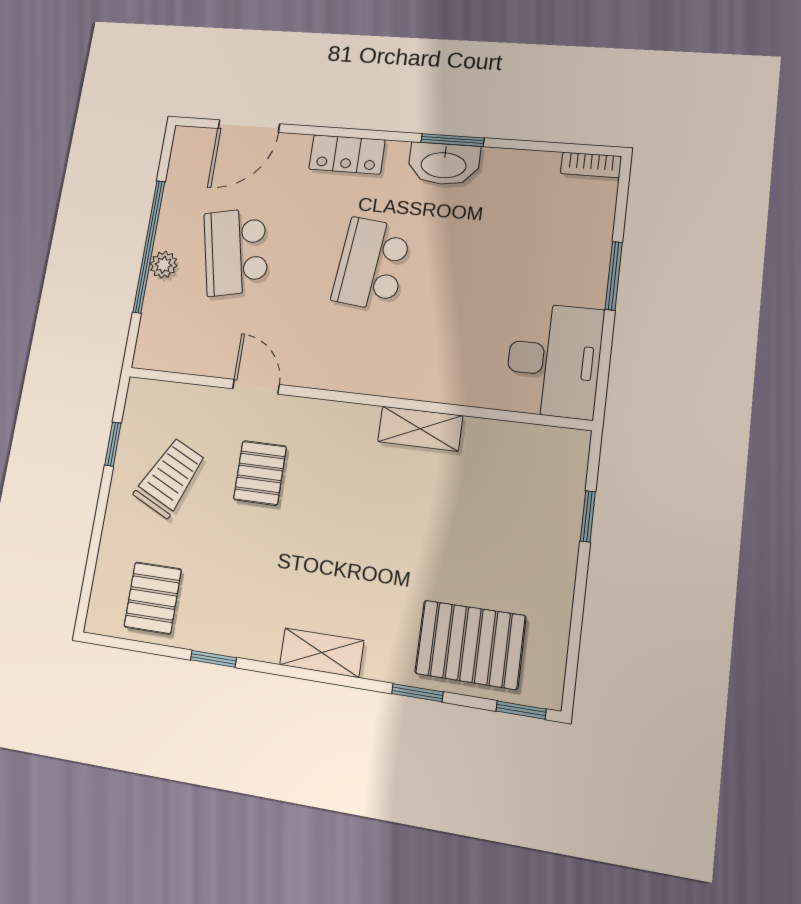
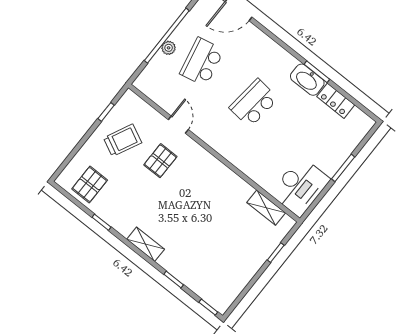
locker: (347, 155) -> (336, 101), moved
bookcase: (591, 165) -> (363, 118), removed
shelving: (420, 429) -> (266, 208), moved
pallet: (470, 645) -> (204, 274), removed

